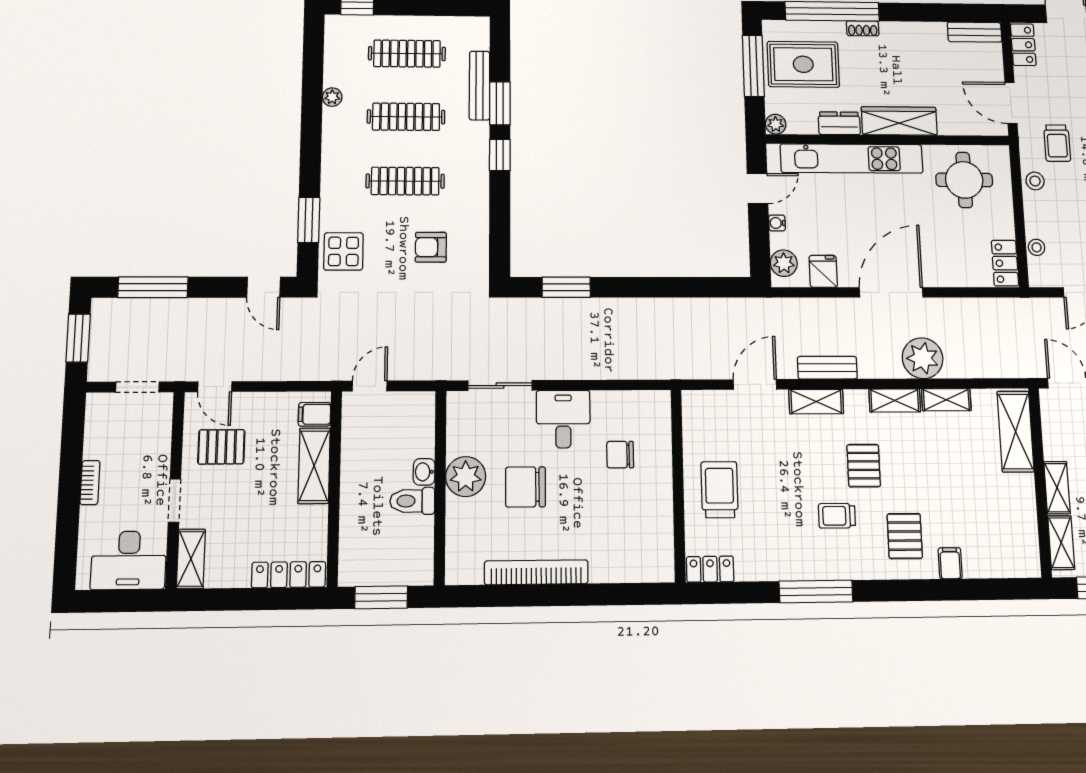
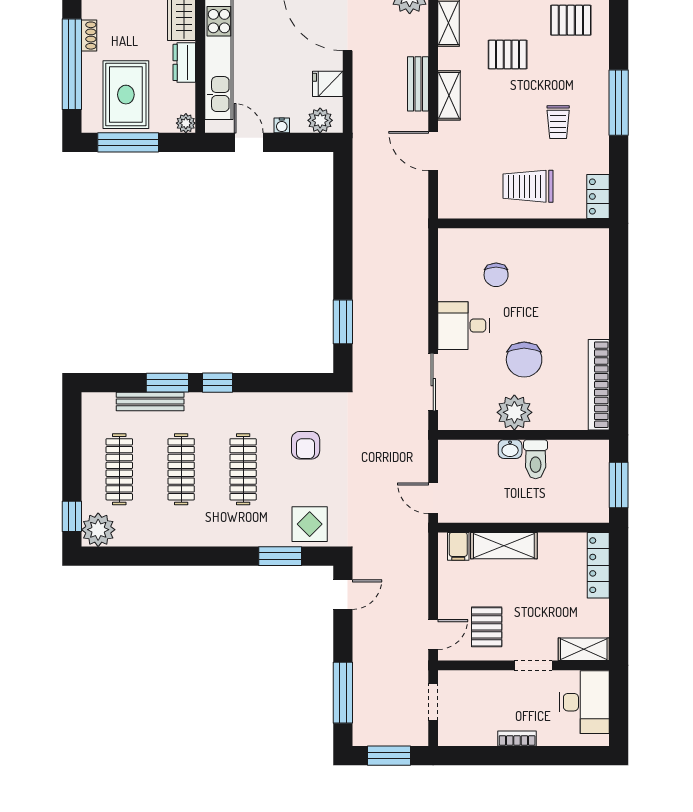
plant: (332, 97) -> (98, 530), moved, width x1.87, depth x1.87
trolley: (837, 516) -> (558, 122), moved
bookcase: (536, 572) -> (599, 385), moved

